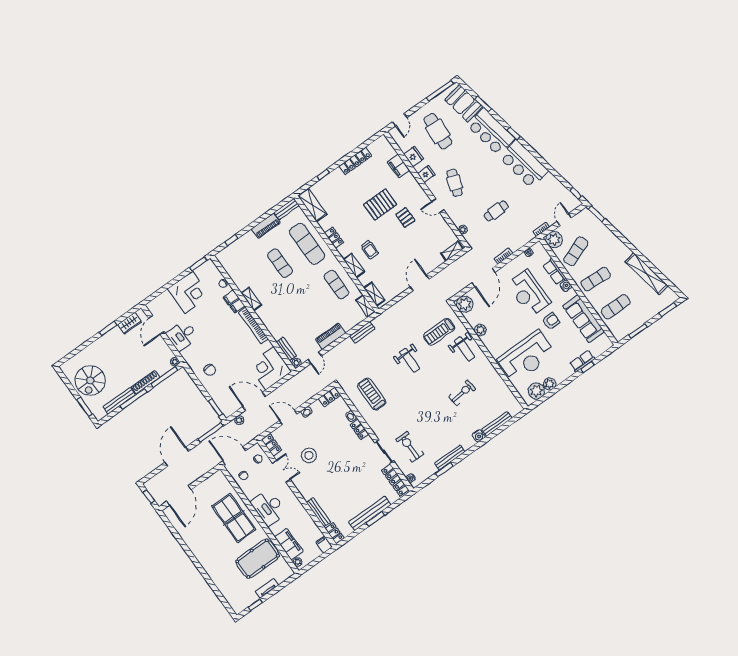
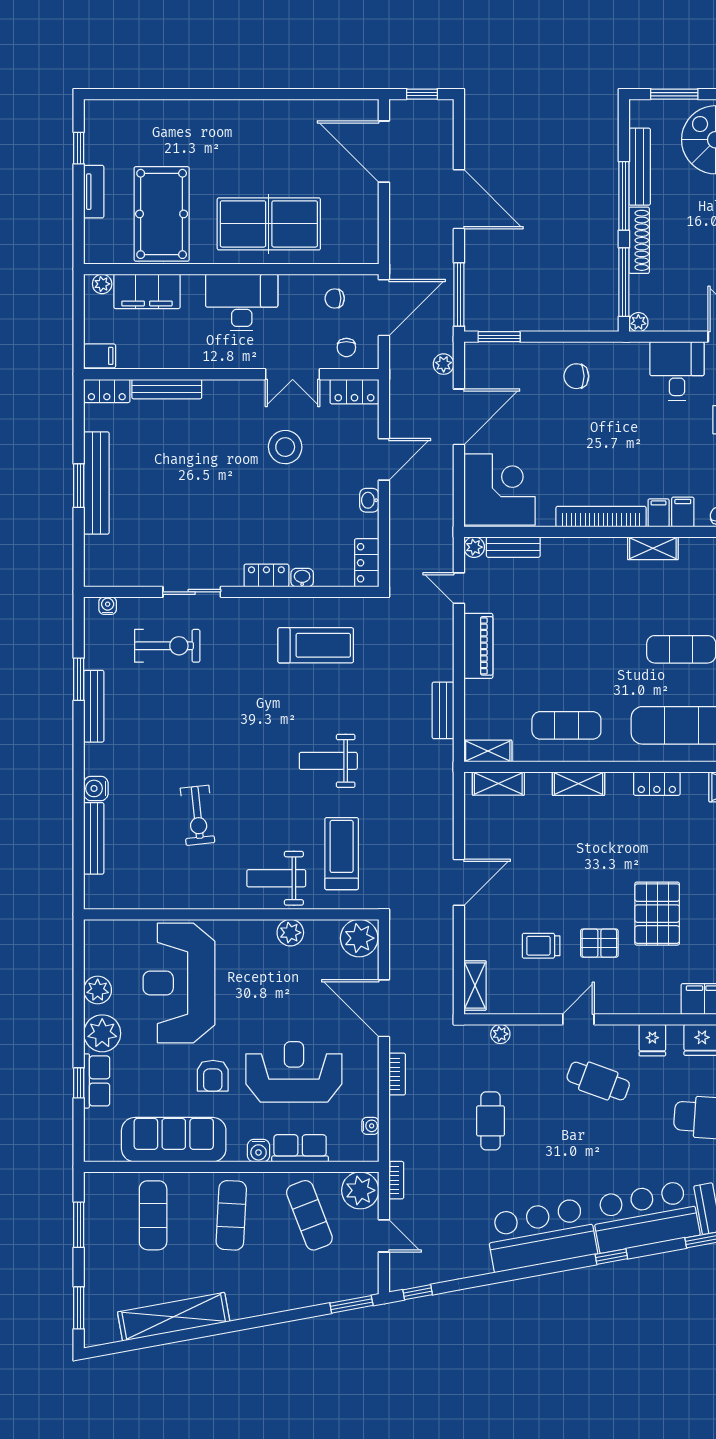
trolley: (370, 250) -> (541, 946), moved
door: (420, 283) -> (459, 882), hinge flipped
plant: (536, 391) -> (102, 1033), moved
locker: (395, 480) -> (124, 574), removed

